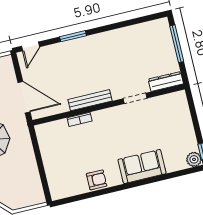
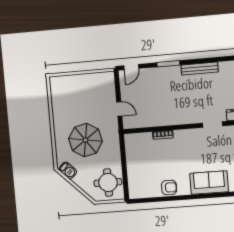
door: (24, 97) -> (119, 109), width x0.53
bench: (90, 100) -> (200, 69), moved
round table: (24, 186) -> (108, 182), added

